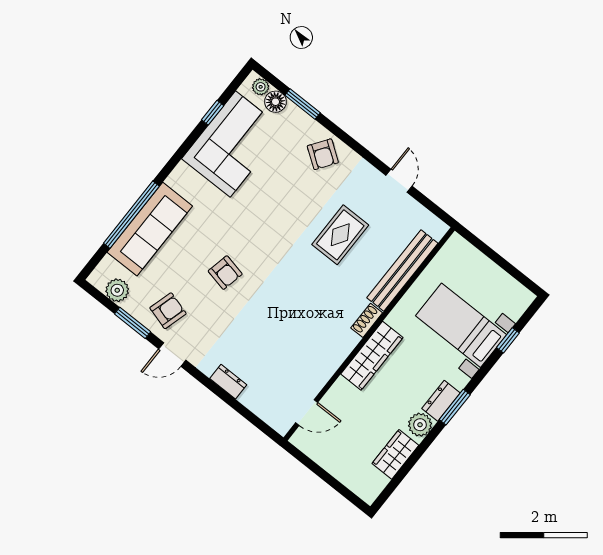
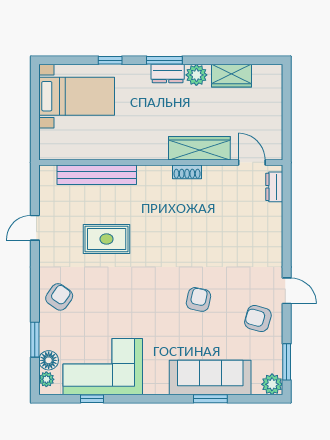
window: (131, 215) -> (210, 399), width x0.47
plant: (117, 290) -> (272, 384), moved
shoe rack: (367, 320) -> (187, 172), moved
window: (133, 323) -> (287, 362), moved
bed with nightstands: (461, 325) -> (77, 96), moved, turned -90
window: (508, 340) -> (110, 60), moved
wardrobe: (372, 356) -> (199, 148), moved
dresser: (228, 382) -> (274, 187), moved

